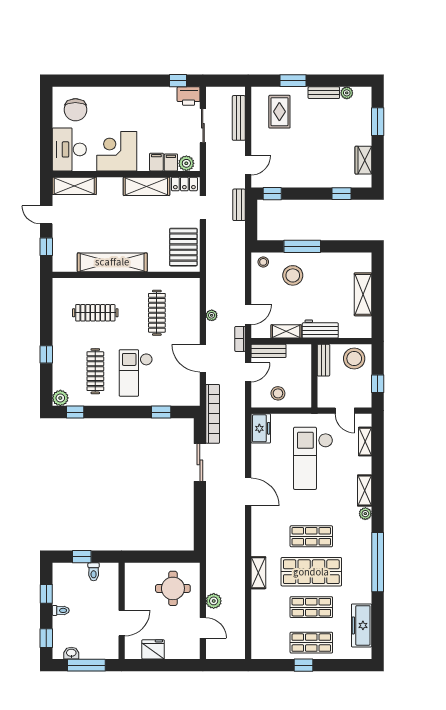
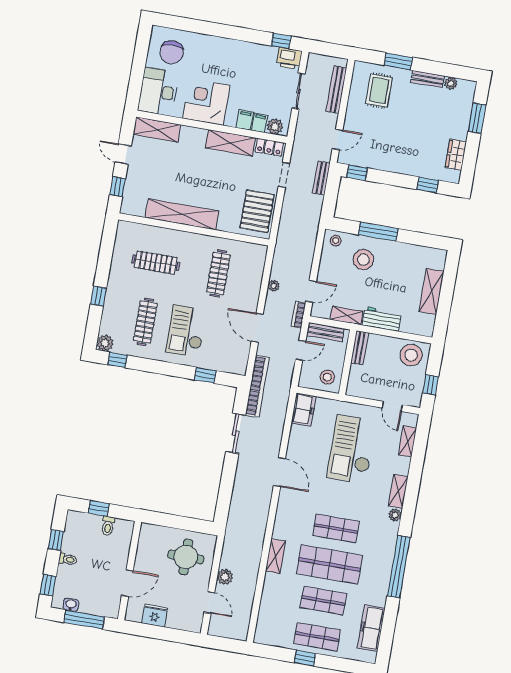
bench: (323, 360) -> (360, 348), moved
wall: (314, 376) -> (348, 362), moved

